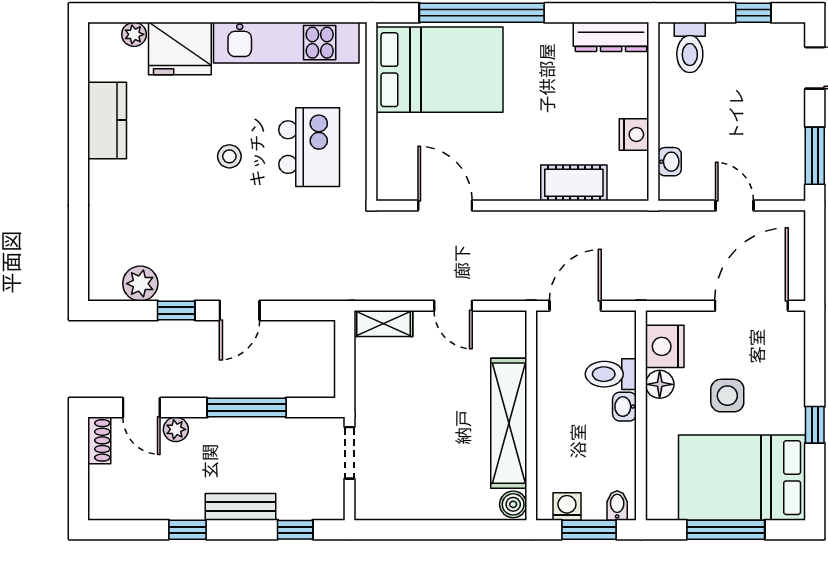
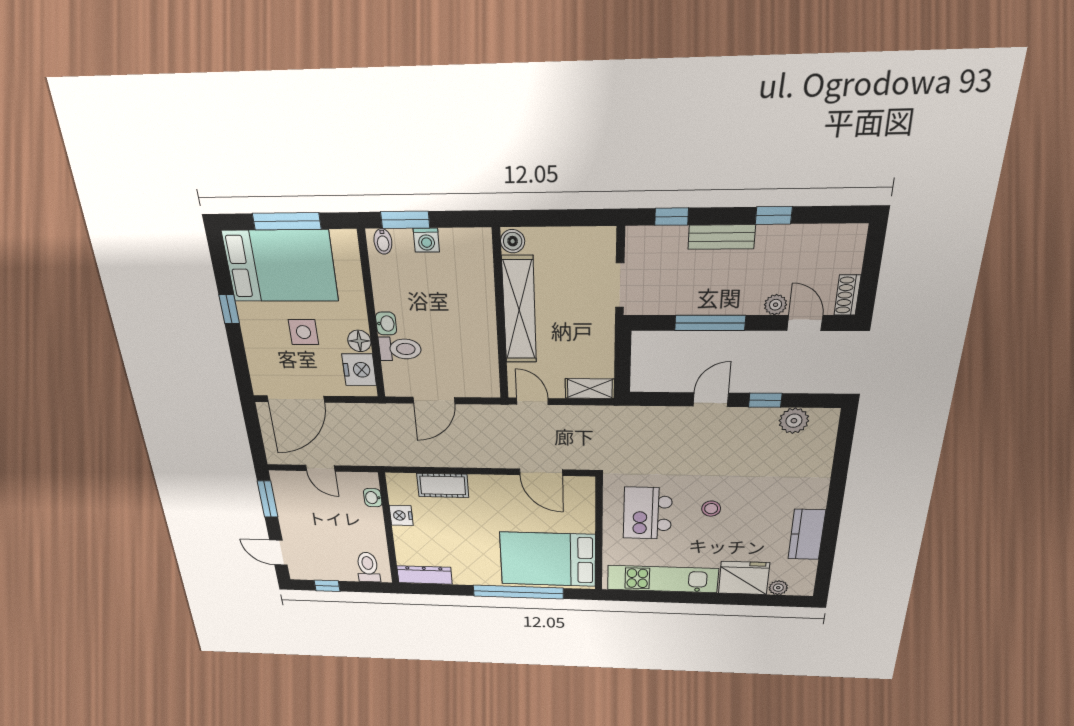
wall: (531, 415) -> (500, 317), moved
shelving: (509, 423) -> (519, 310), moved
boiler: (513, 504) -> (513, 241), moved

